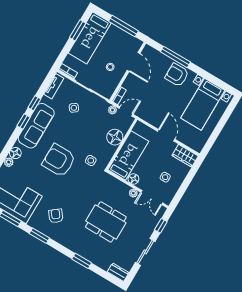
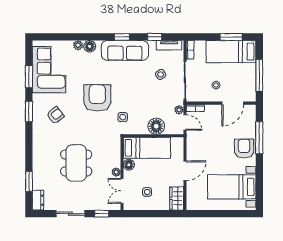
window: (34, 103) -> (155, 37), moved
armchair: (59, 160) -> (97, 98), moved
window: (82, 261) -> (29, 181), moved

